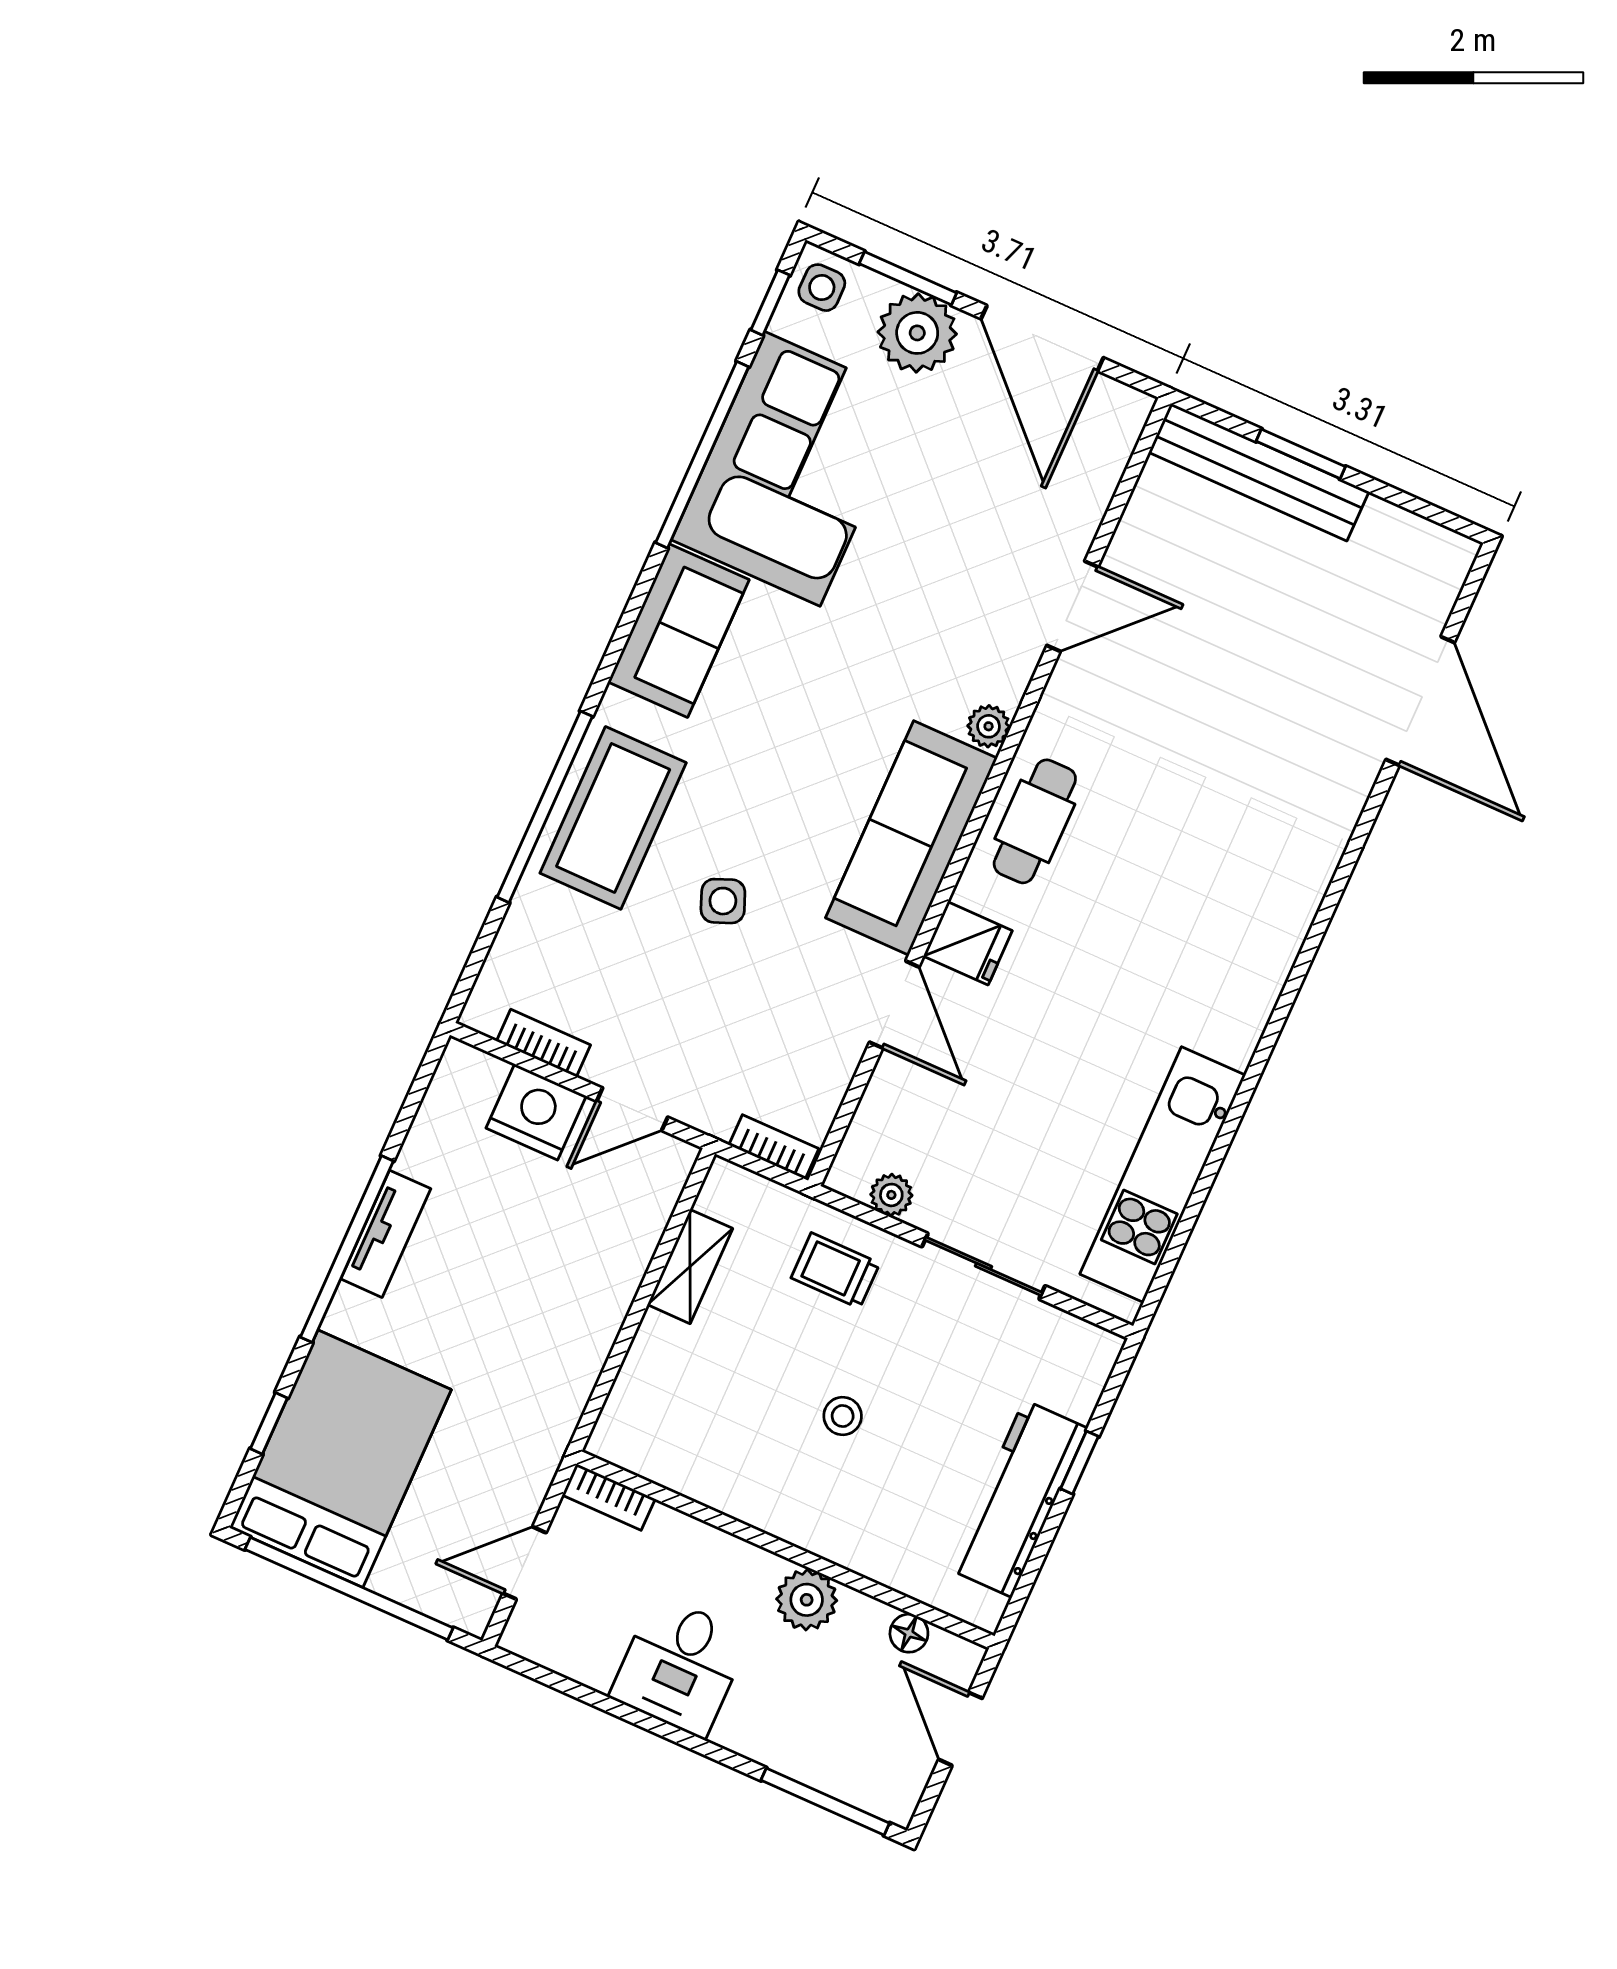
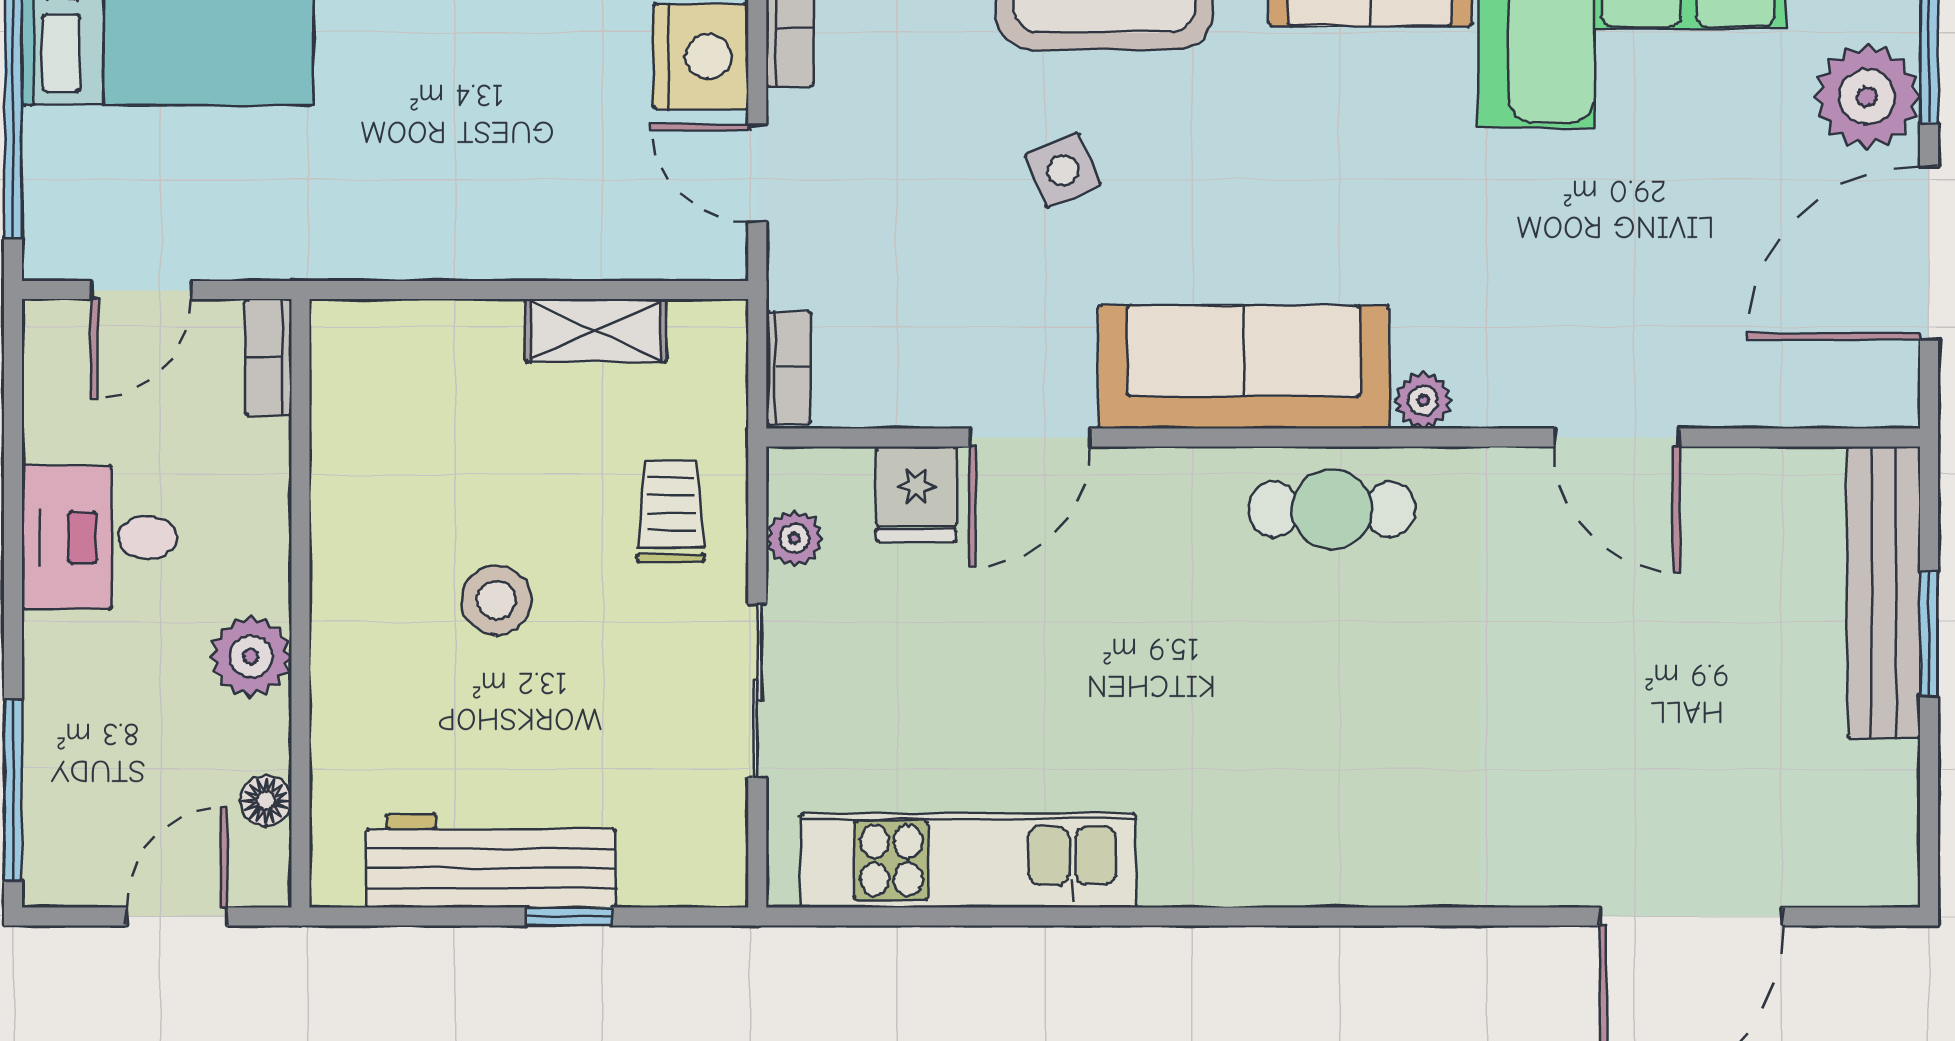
fridge: (968, 943) -> (916, 494), moved
stool: (843, 1416) -> (496, 600), width x1.37, depth x1.37
door: (525, 1563) -> (141, 290), swing flipped

